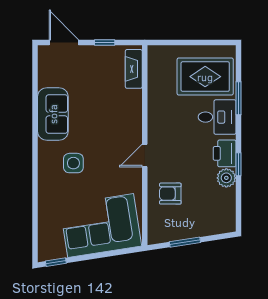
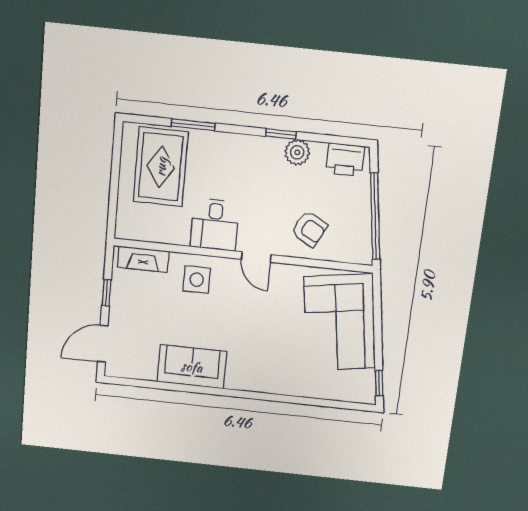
desk: (217, 117) -> (215, 225), moved, turned 180
printer: (225, 153) -> (345, 160), moved
side table: (73, 163) -> (197, 280), moved
armchair: (170, 194) -> (309, 229), turned -62
window: (185, 242) -> (375, 216), width x2.11

